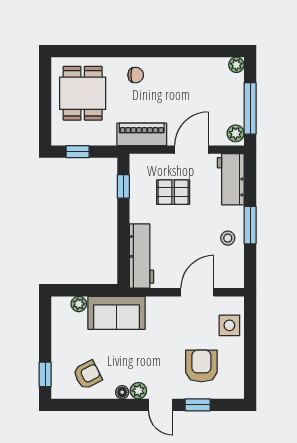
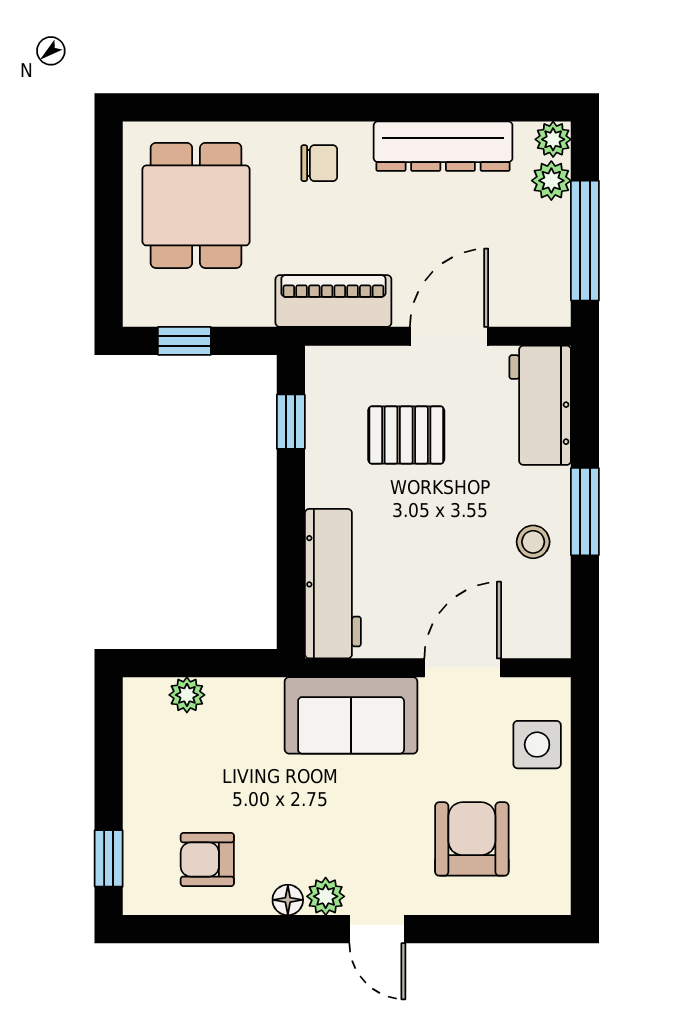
dresser: (189, 68) -> (443, 146), added
plant: (236, 133) -> (551, 181), moved
sofa: (117, 313) -> (351, 715), moved
armchair: (87, 375) -> (207, 860), turned -153
window: (198, 405) -> (463, 929), removed

